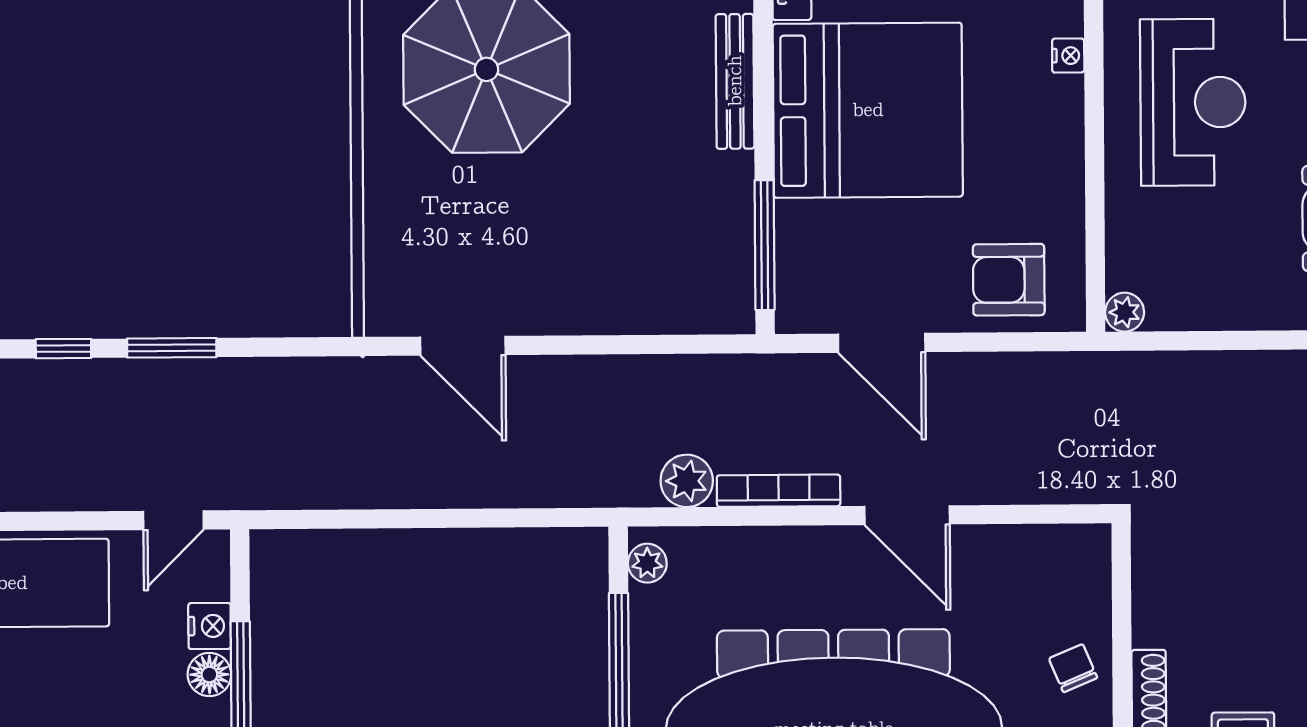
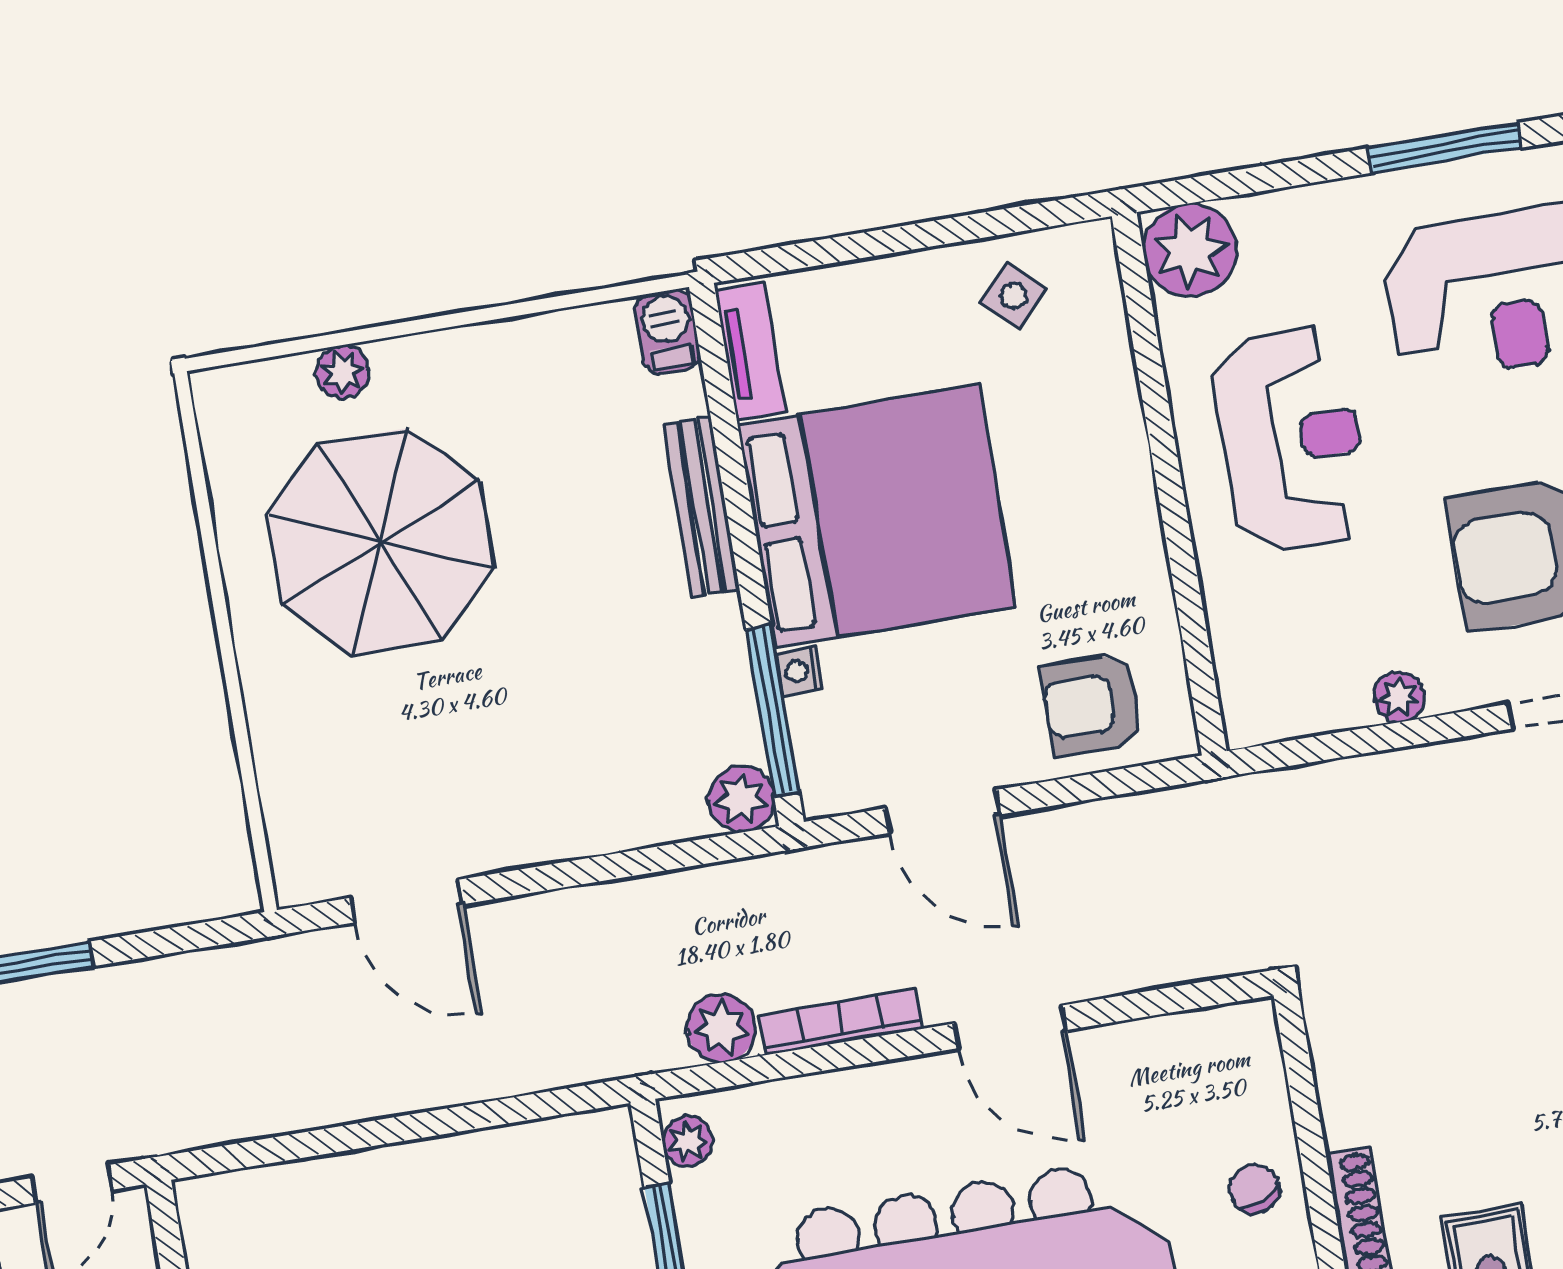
nightstand: (1068, 56) -> (800, 671), moved, turned 180
plant: (730, 309) -> (741, 799), added
plant: (1125, 312) -> (1399, 697), moved

